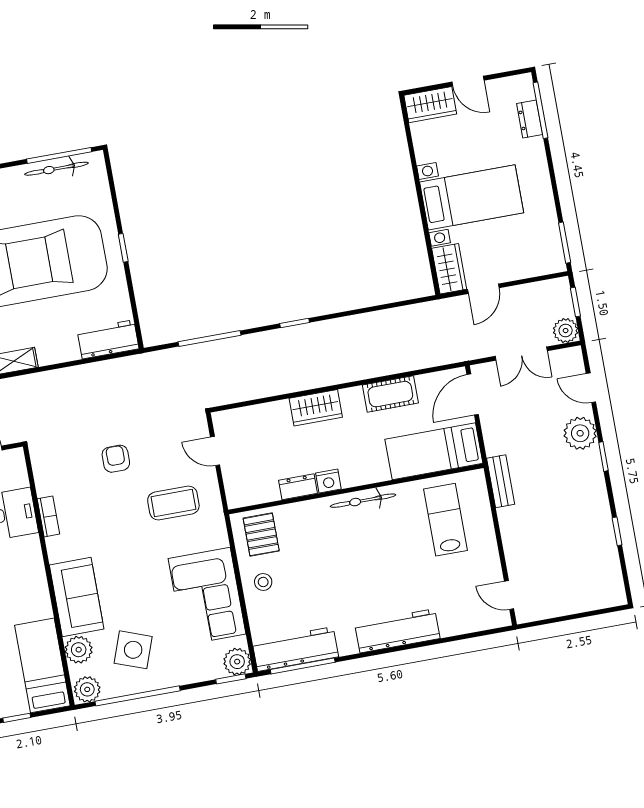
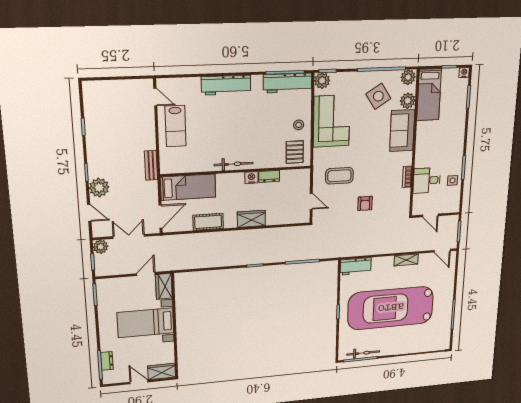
lab bench: (445, 520) -> (176, 126), moved
side table: (133, 650) -> (378, 96), turned 37

